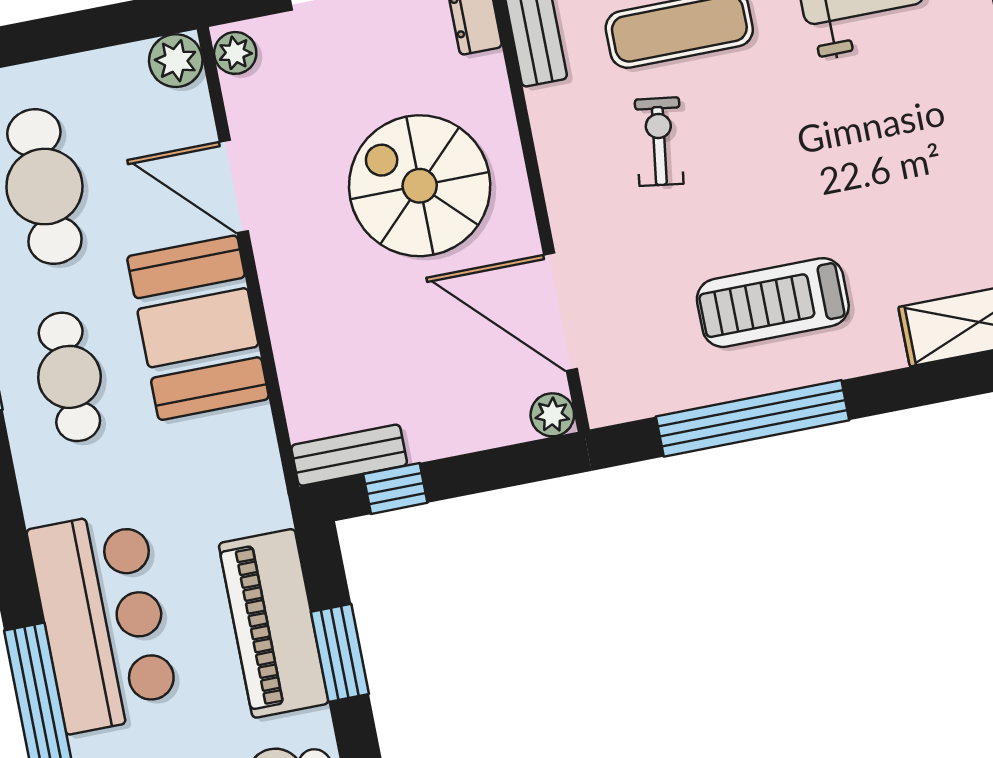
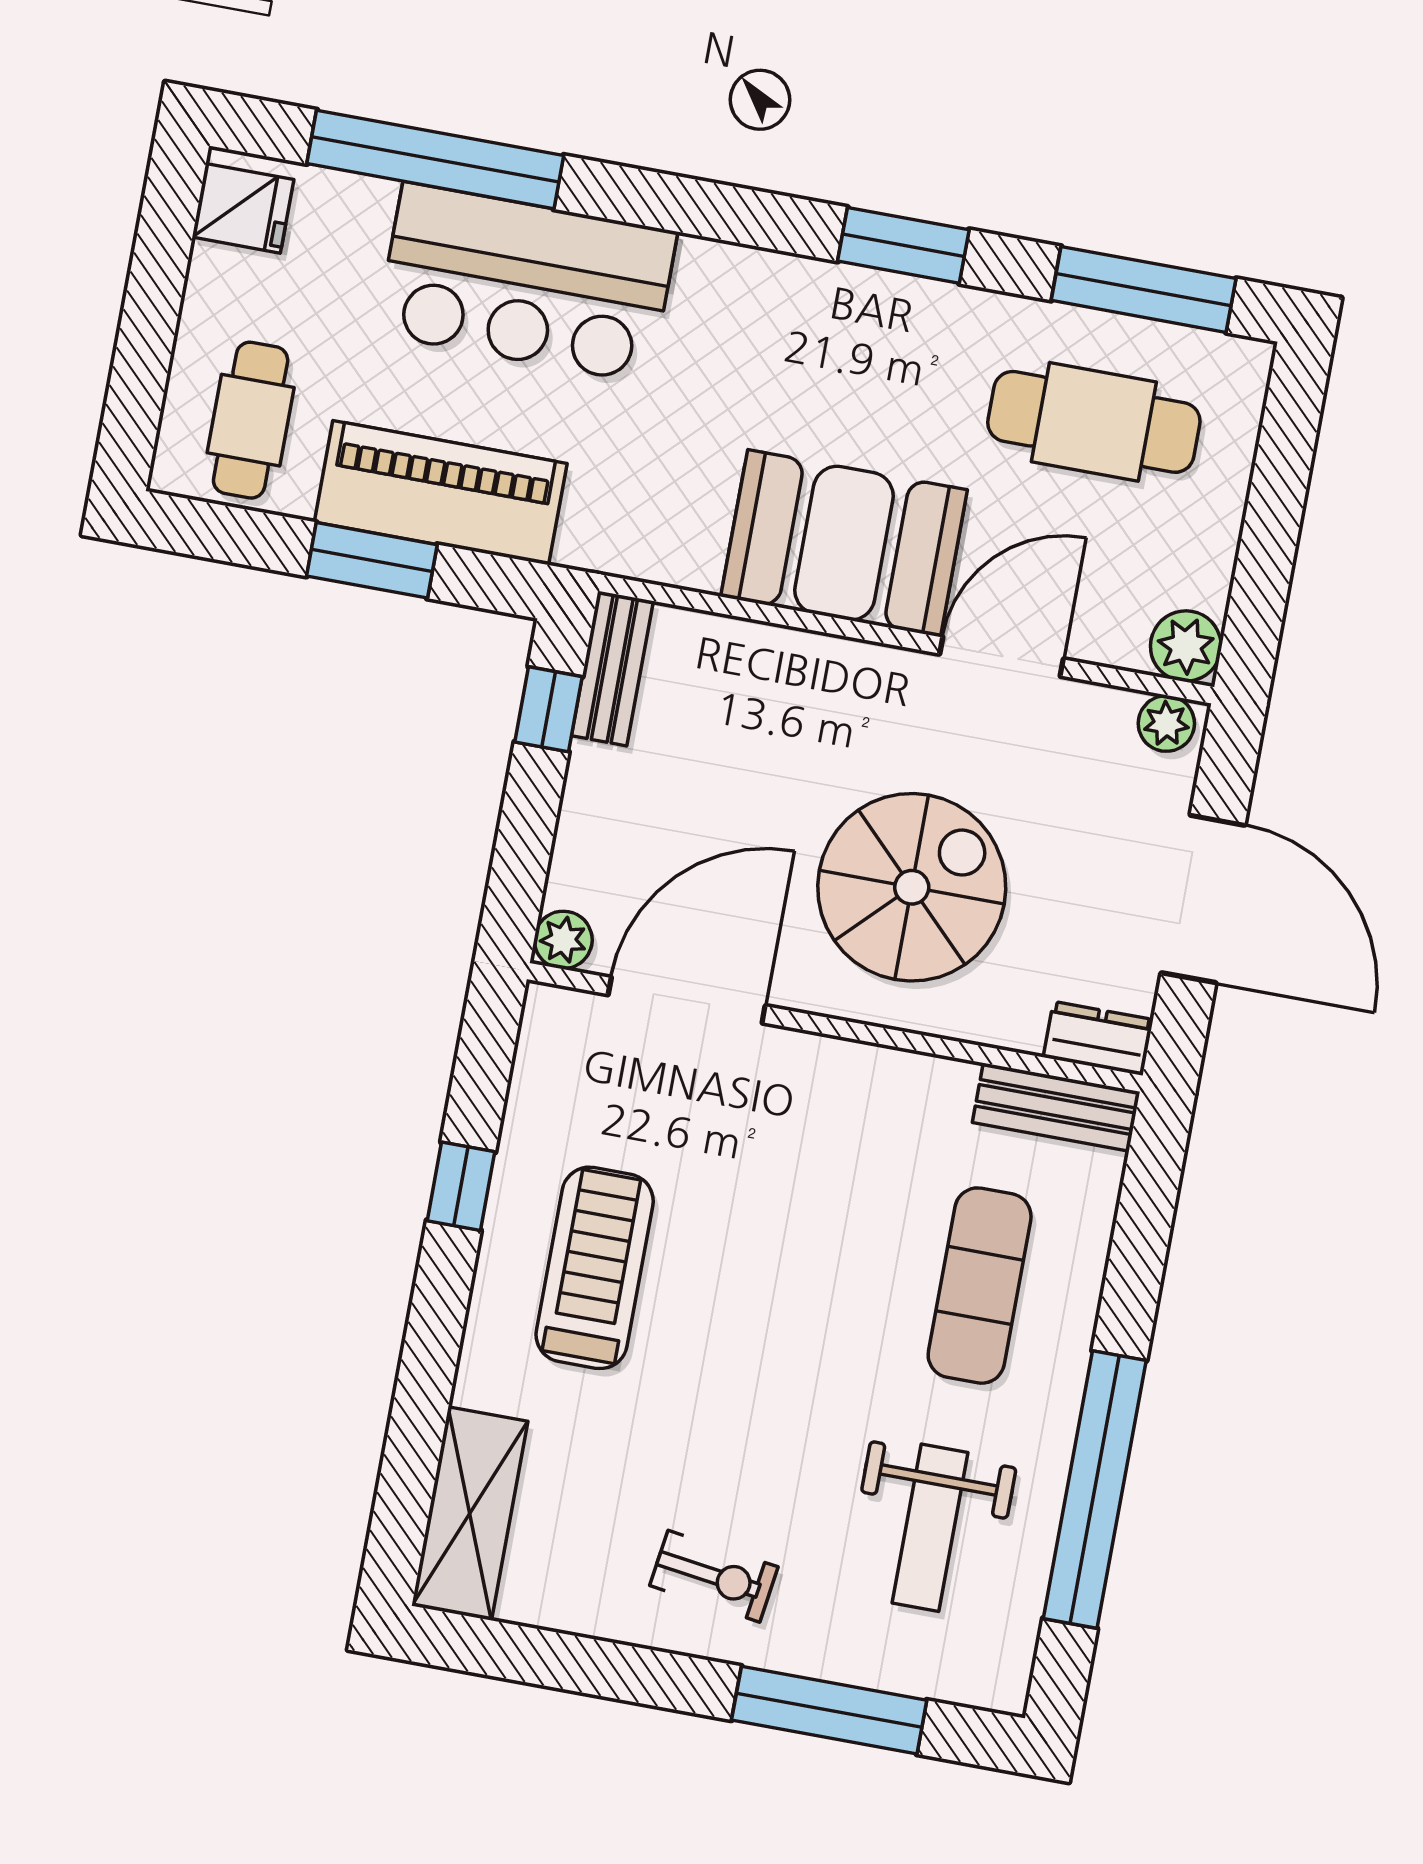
exercise bike: (659, 142) -> (714, 1576), moved
cafe table: (69, 377) -> (846, 360), removed
window: (753, 418) -> (461, 1186), width x0.32

